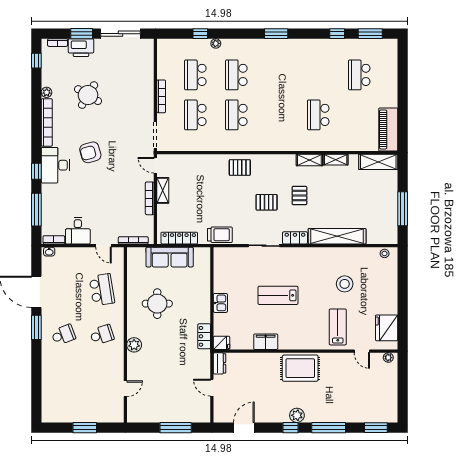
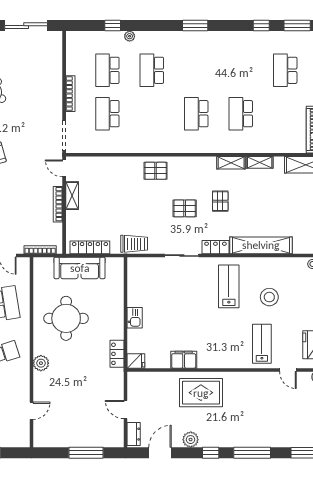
school desk: (236, 115) -> (196, 114), moved
lab bench: (278, 295) -> (229, 286), moved, turned 90
round table: (157, 304) -> (66, 318), width x1.36, depth x1.36
dresser: (219, 363) -> (134, 434), moved
rug: (300, 368) -> (201, 393), moved
plant: (297, 415) -> (191, 440), moved

